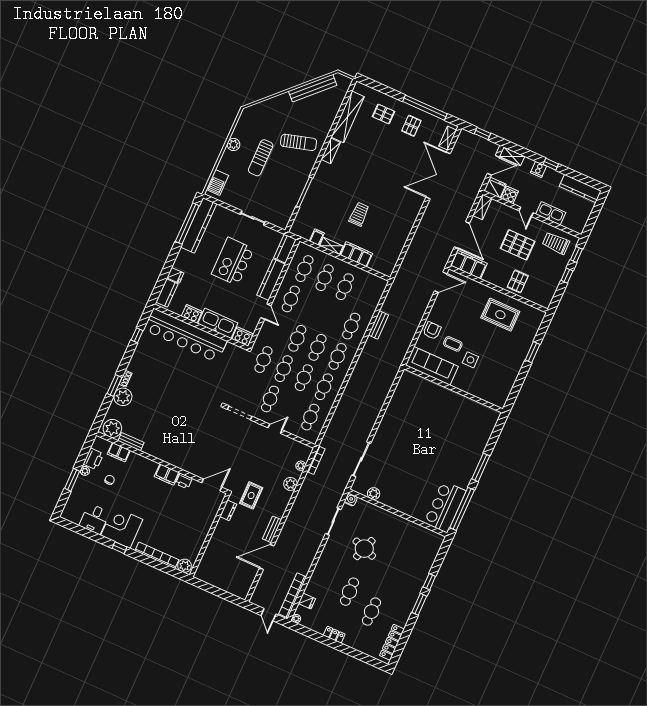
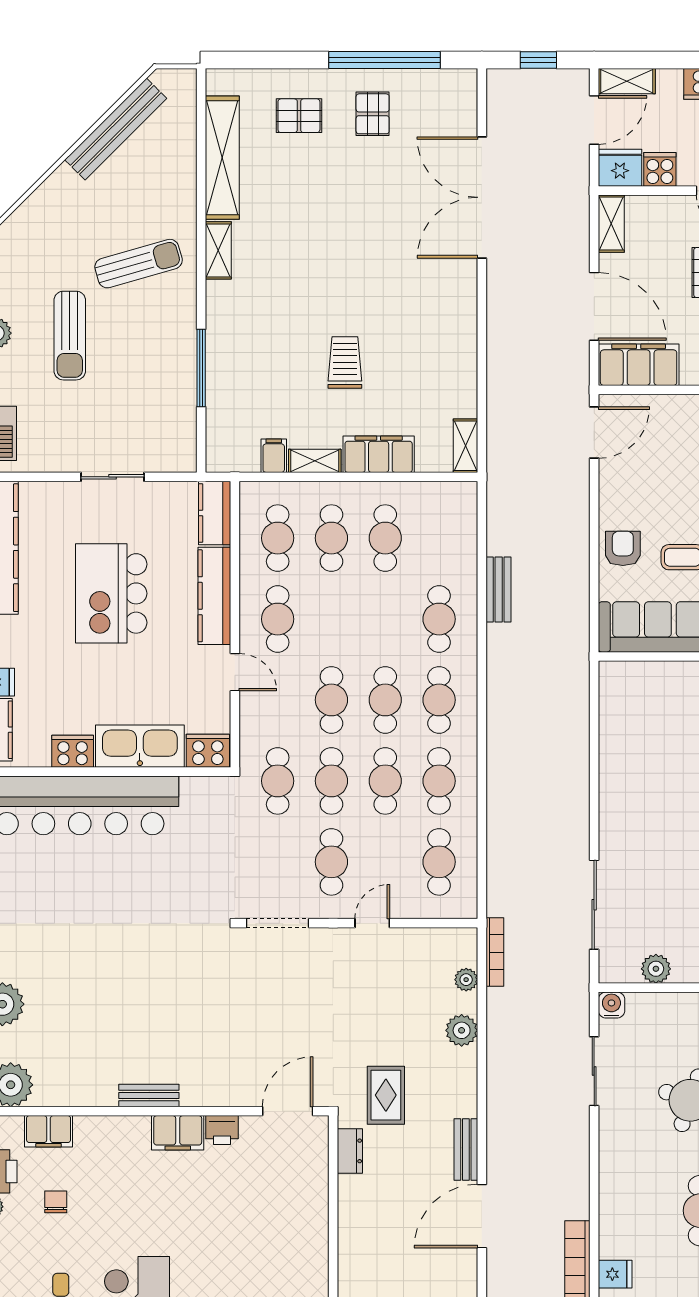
shelving: (448, 138) -> (466, 446), moved
bench: (131, 442) -> (149, 1096), moved

